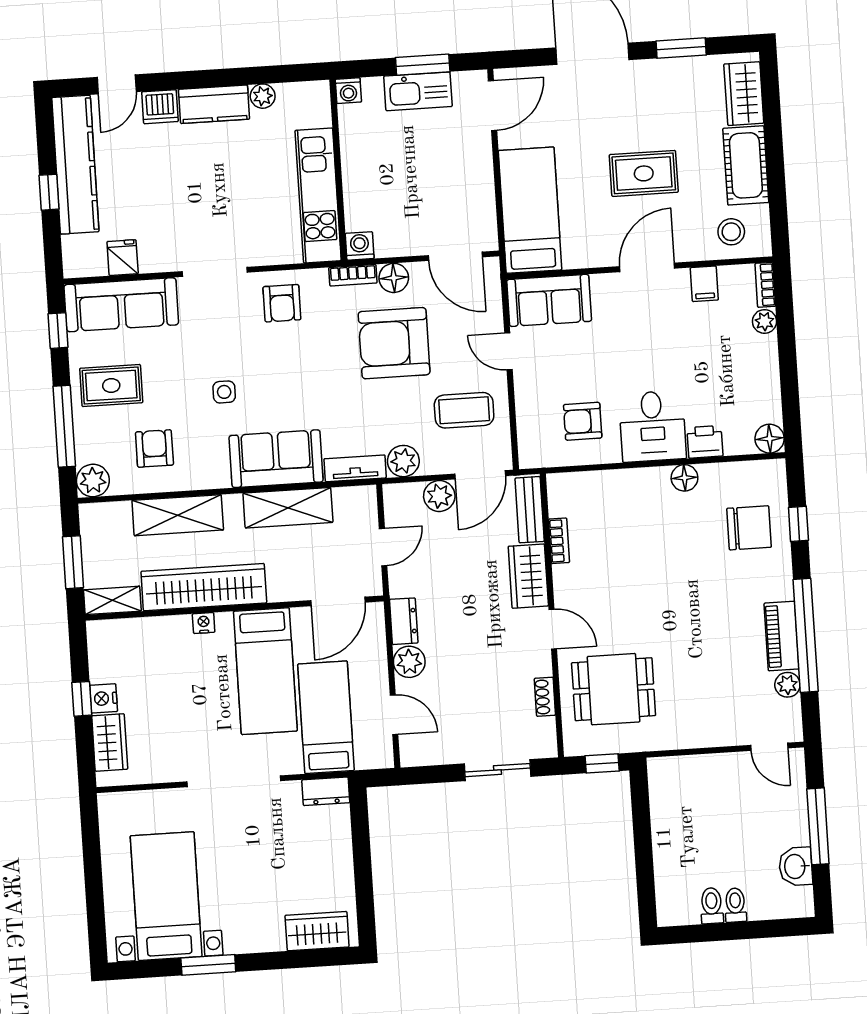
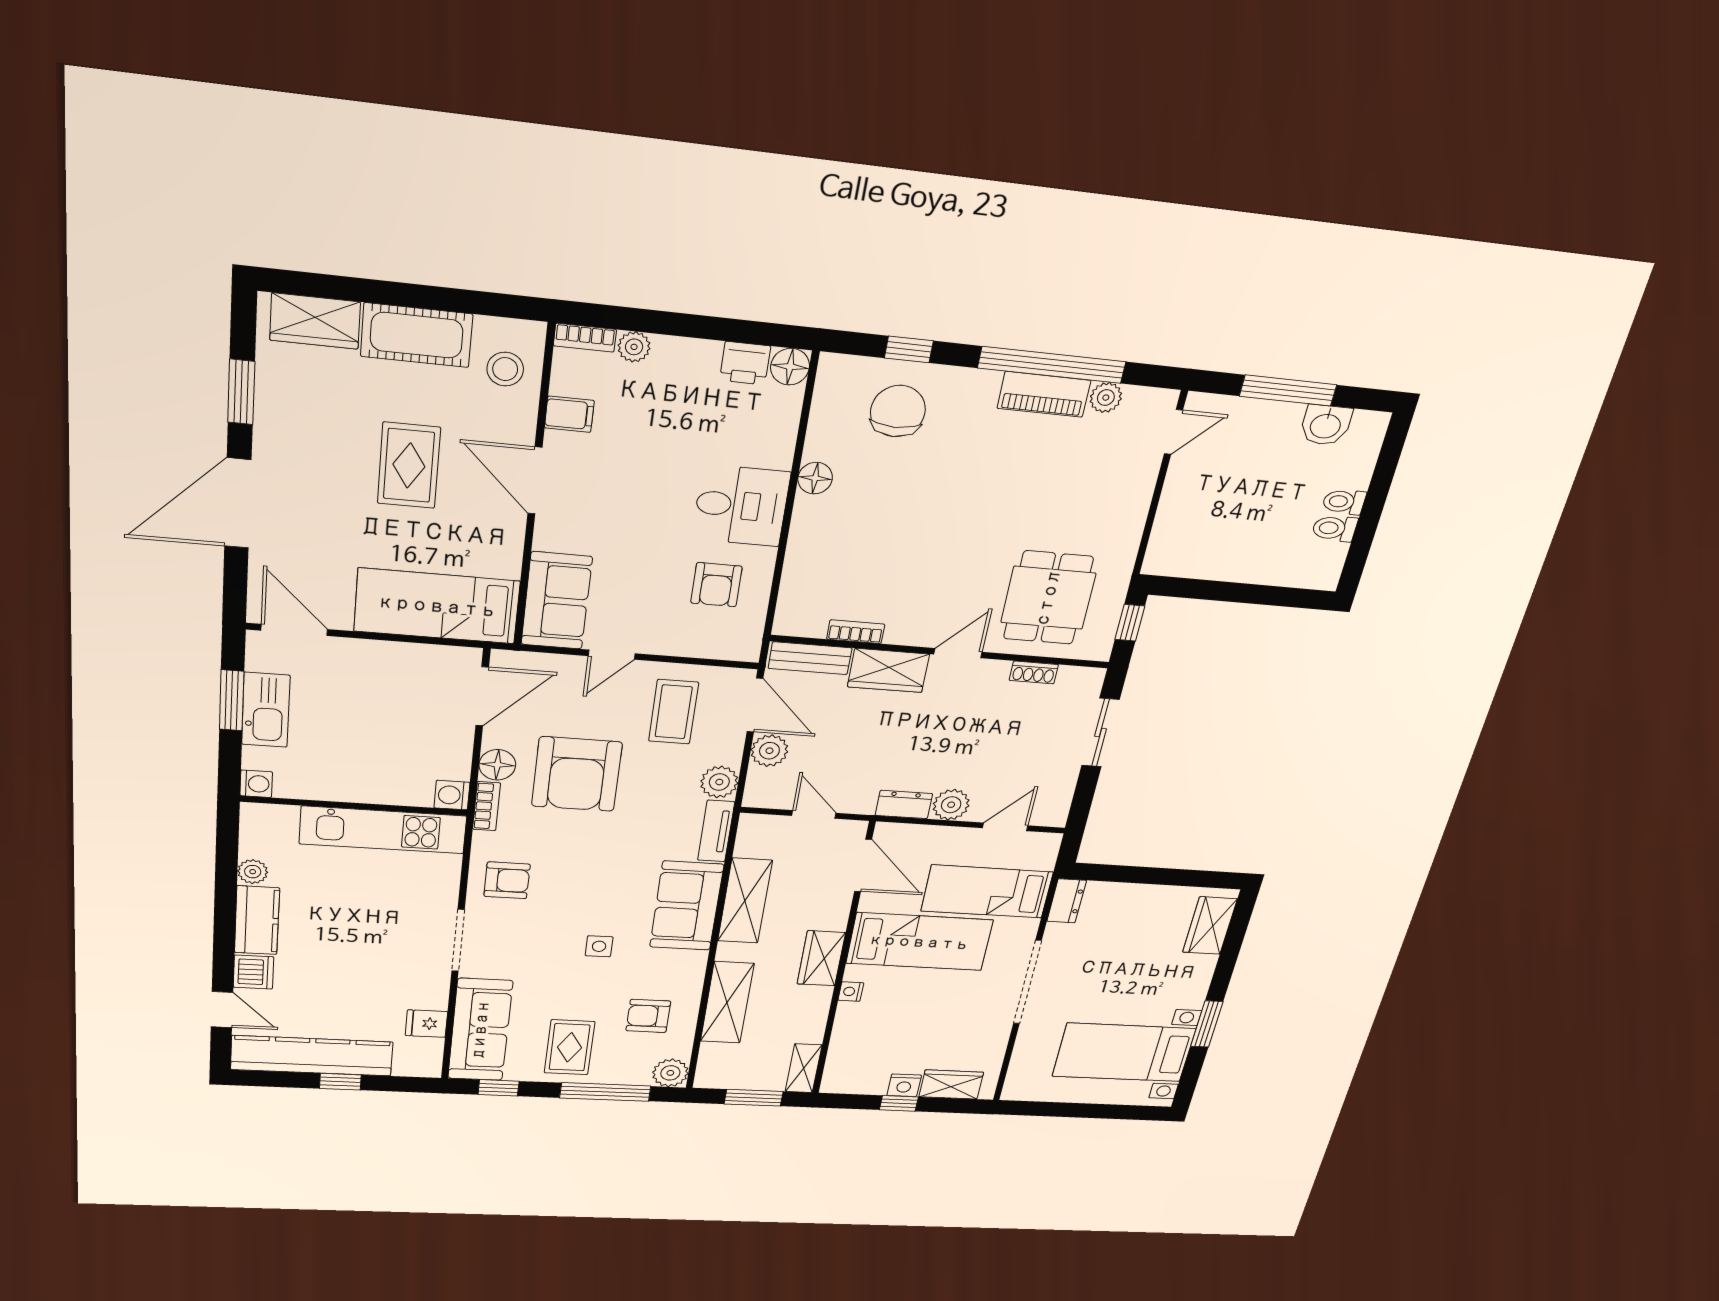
printer: (705, 442) -> (745, 363), moved, turned -90
wardrobe: (204, 587) -> (821, 958), width x0.48, depth x0.85

